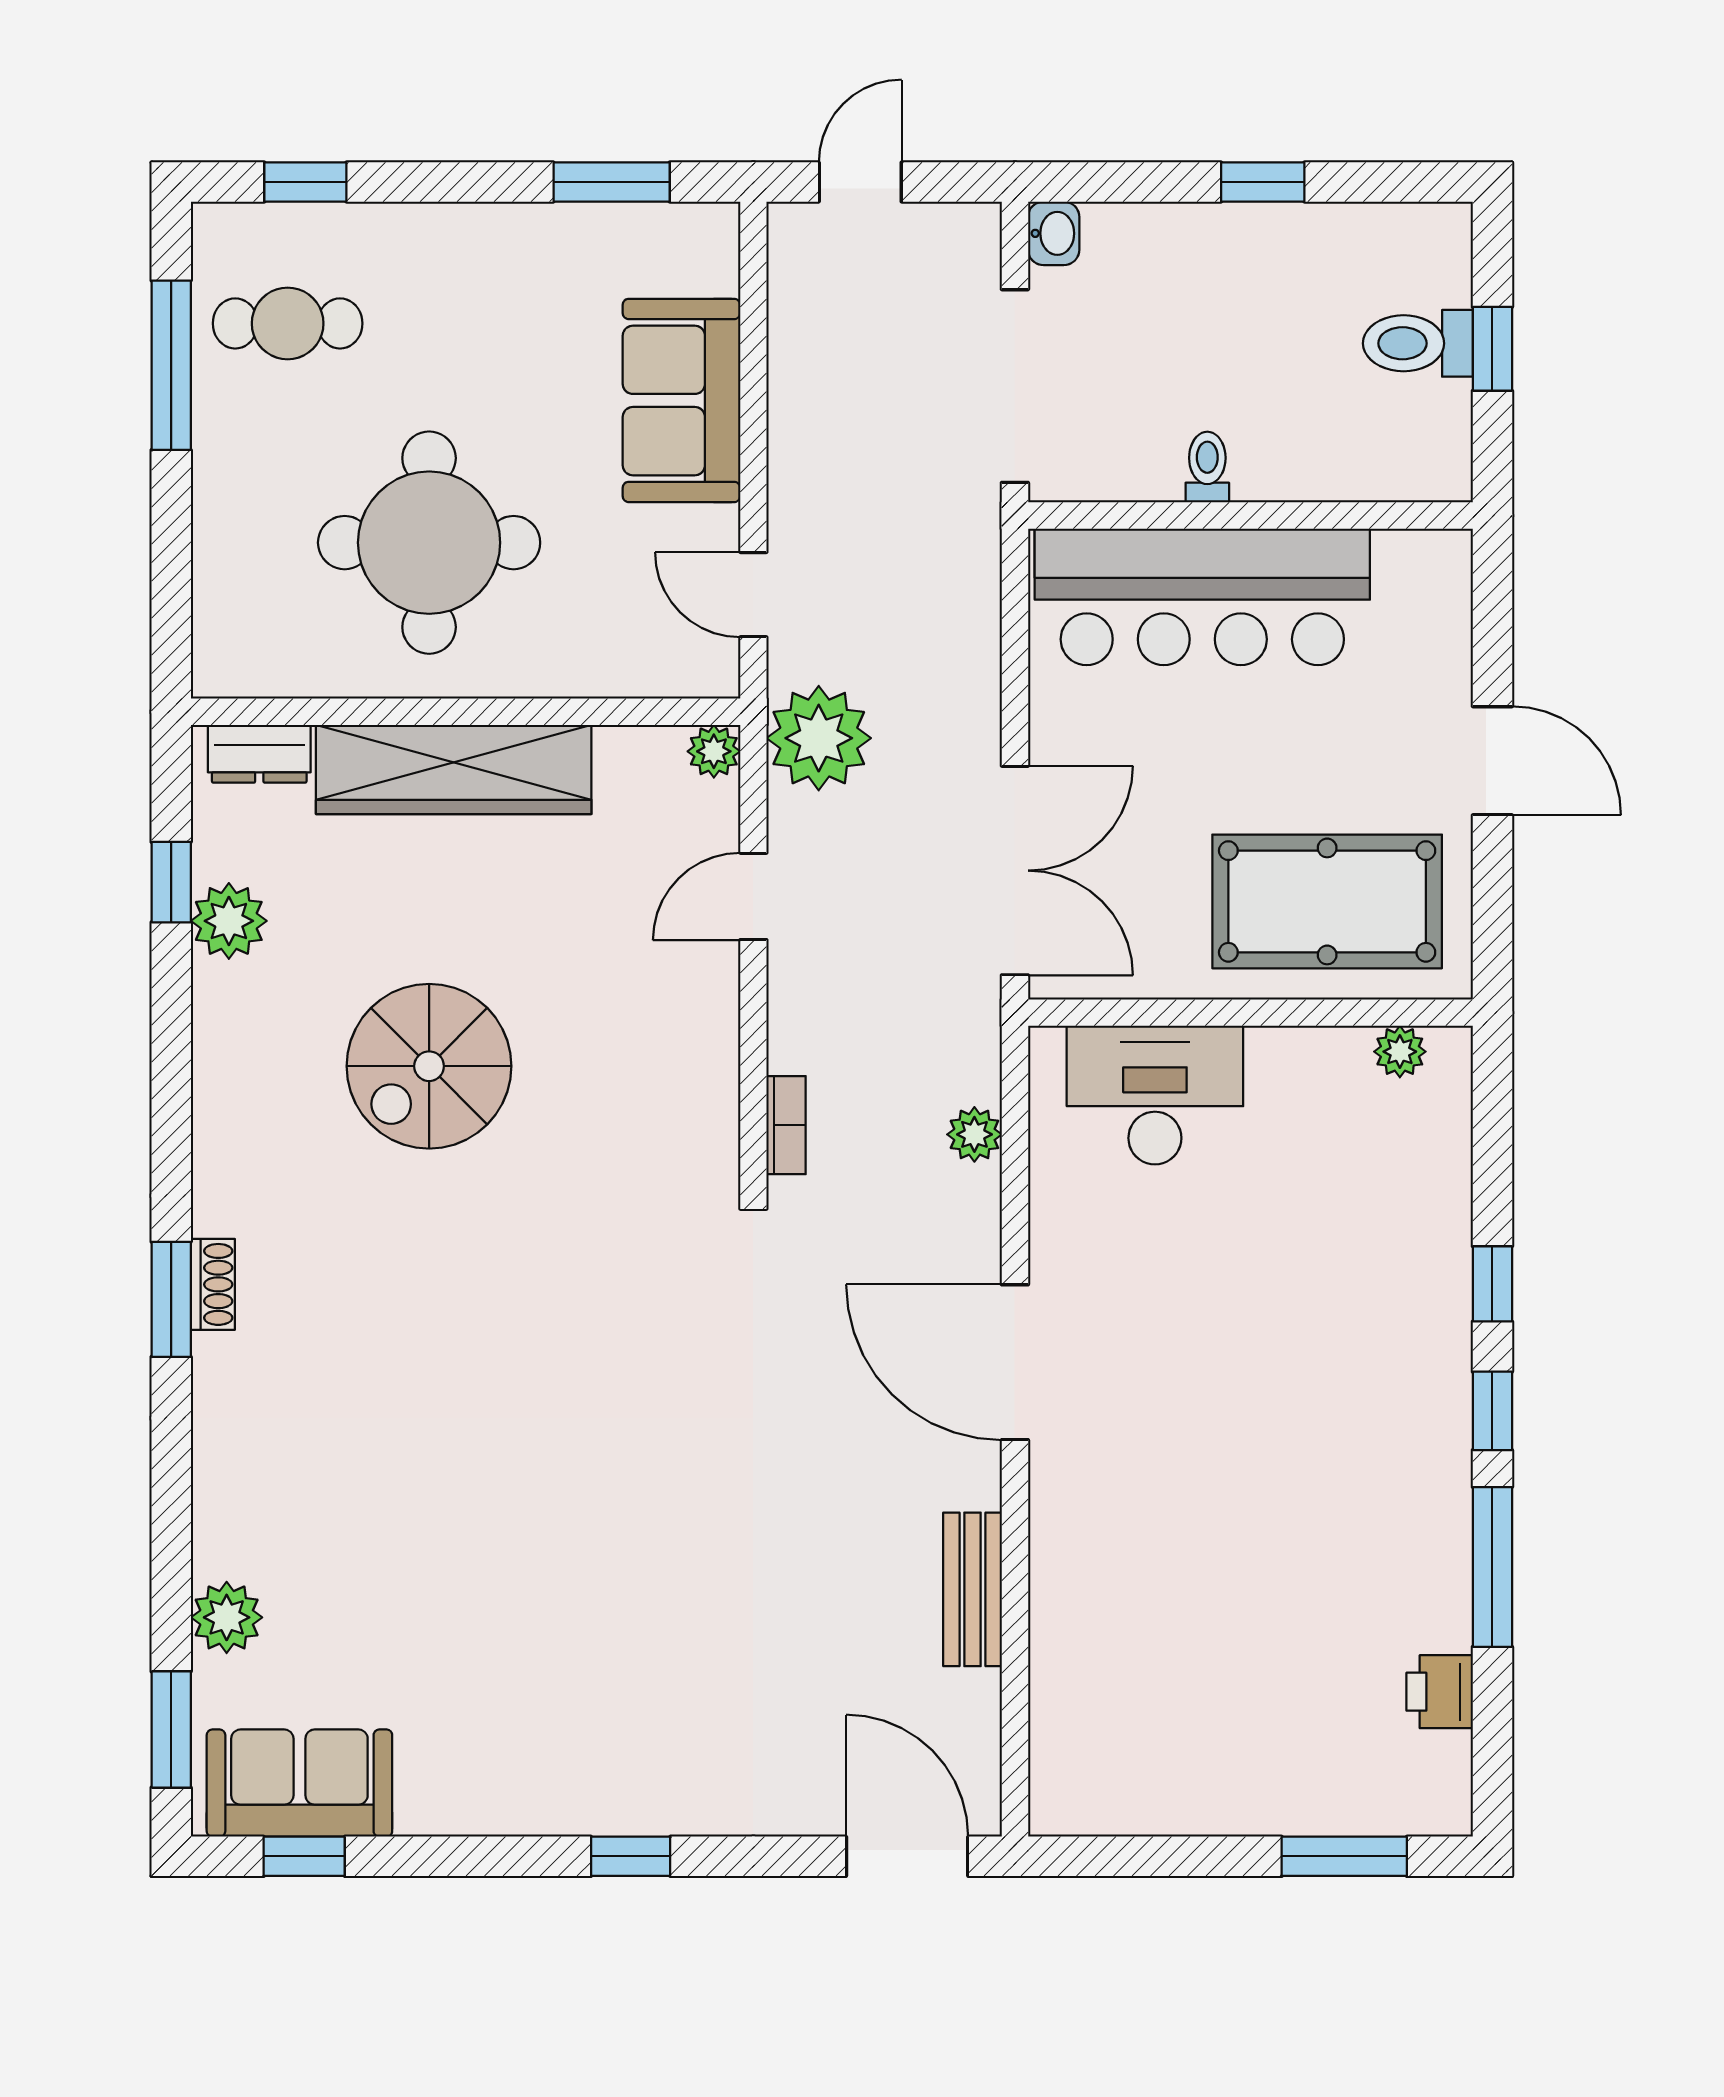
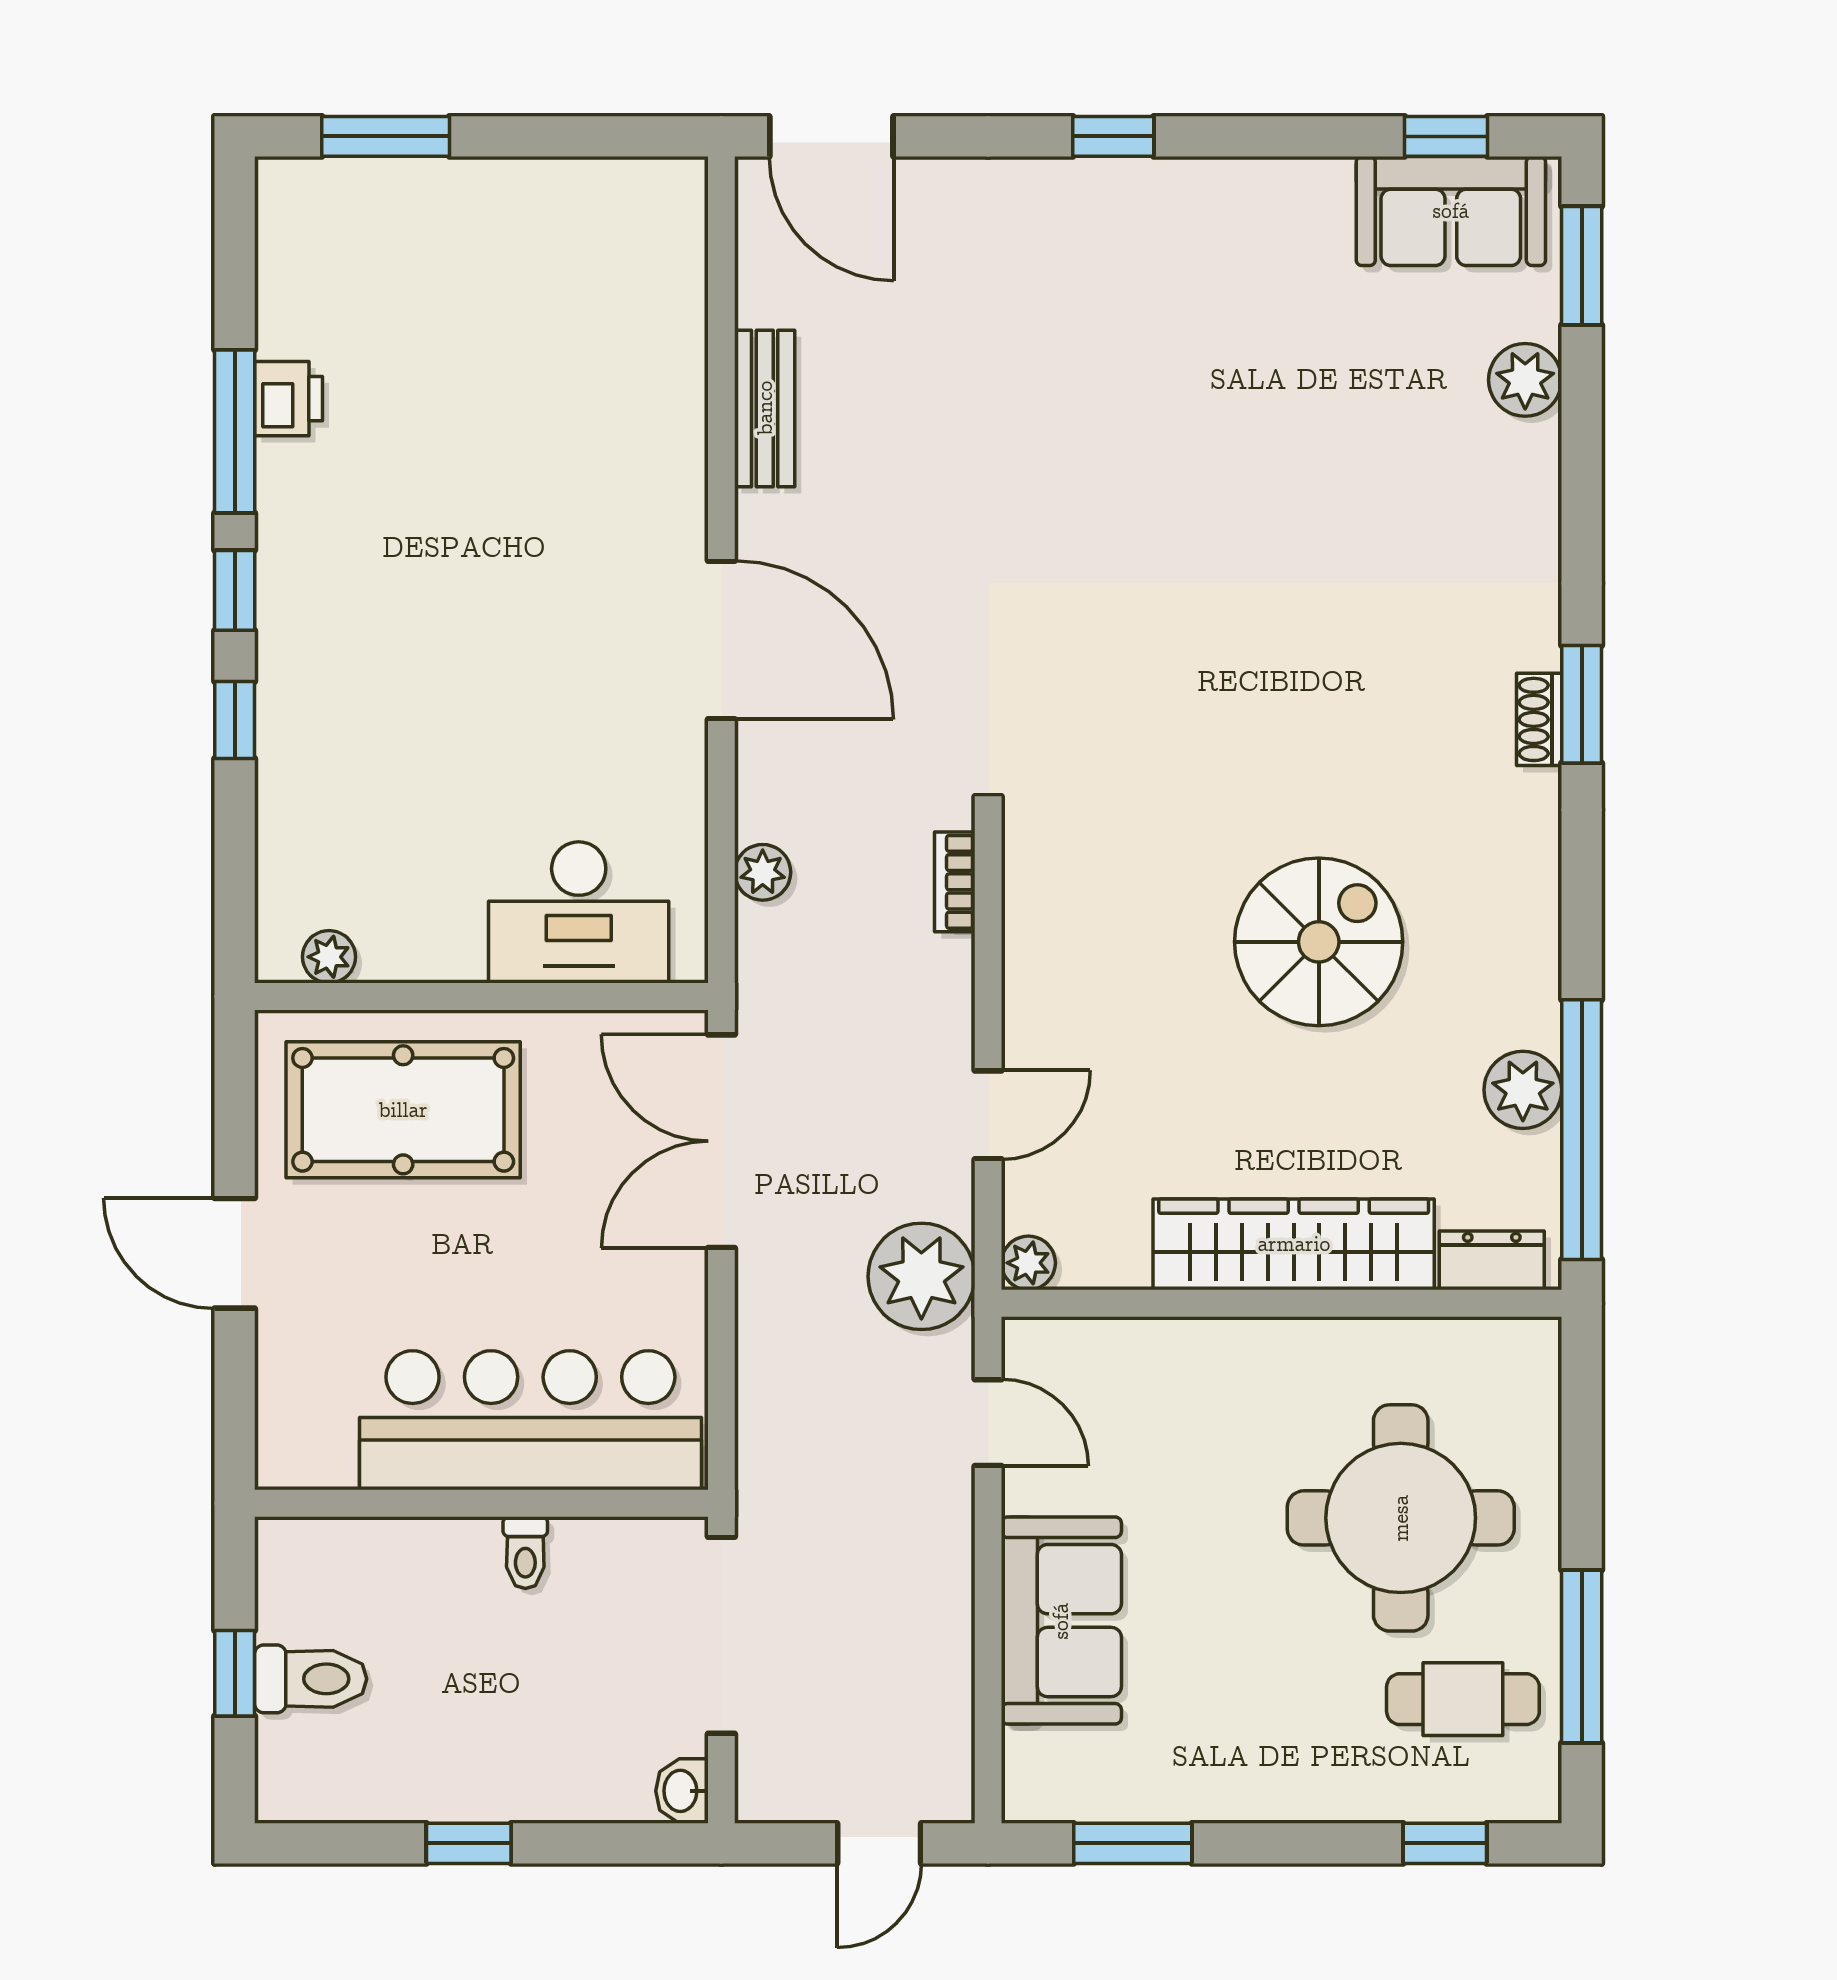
round table: (429, 543) -> (1401, 1518), moved
window: (171, 882) -> (1582, 1130), width x3.17
printer: (1440, 1692) -> (288, 399), moved

